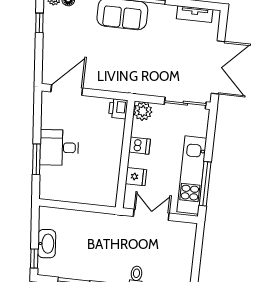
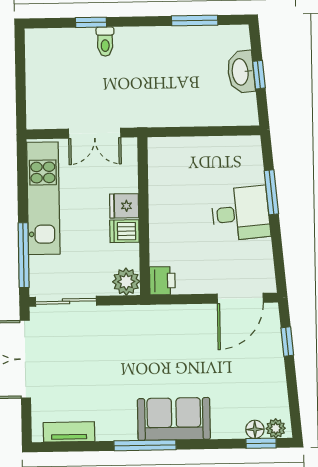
window: (39, 23) -> (287, 342), moved
fridge: (136, 177) -> (124, 206), moved
window: (205, 184) -> (24, 255), moved
window: (34, 259) -> (259, 75), moved

